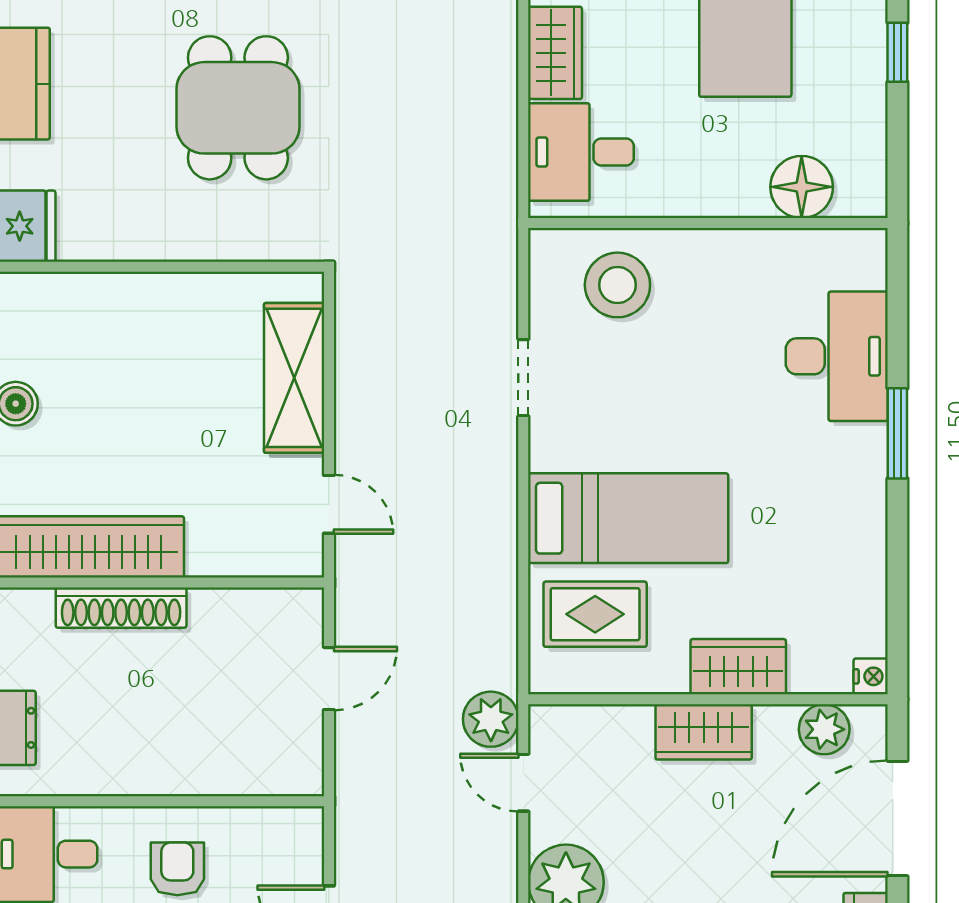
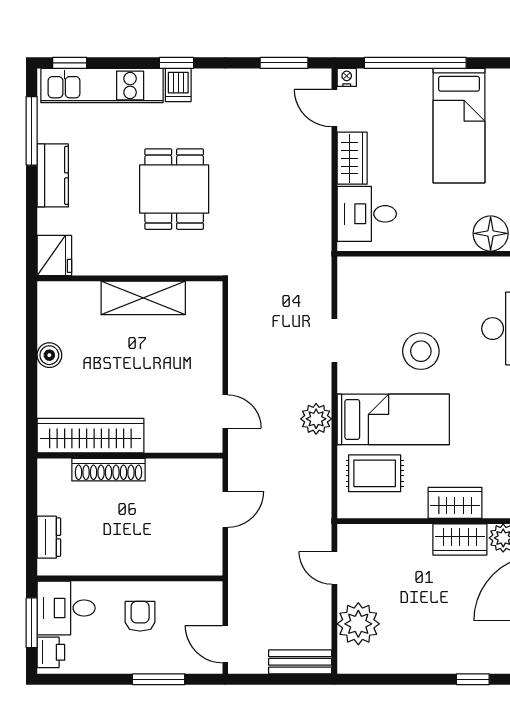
stool: (617, 285) -> (421, 351), moved
shelving: (294, 378) -> (143, 298), moved, turned 90
plant: (491, 719) -> (316, 419), moved
wardrobe: (704, 732) -> (460, 539), moved

